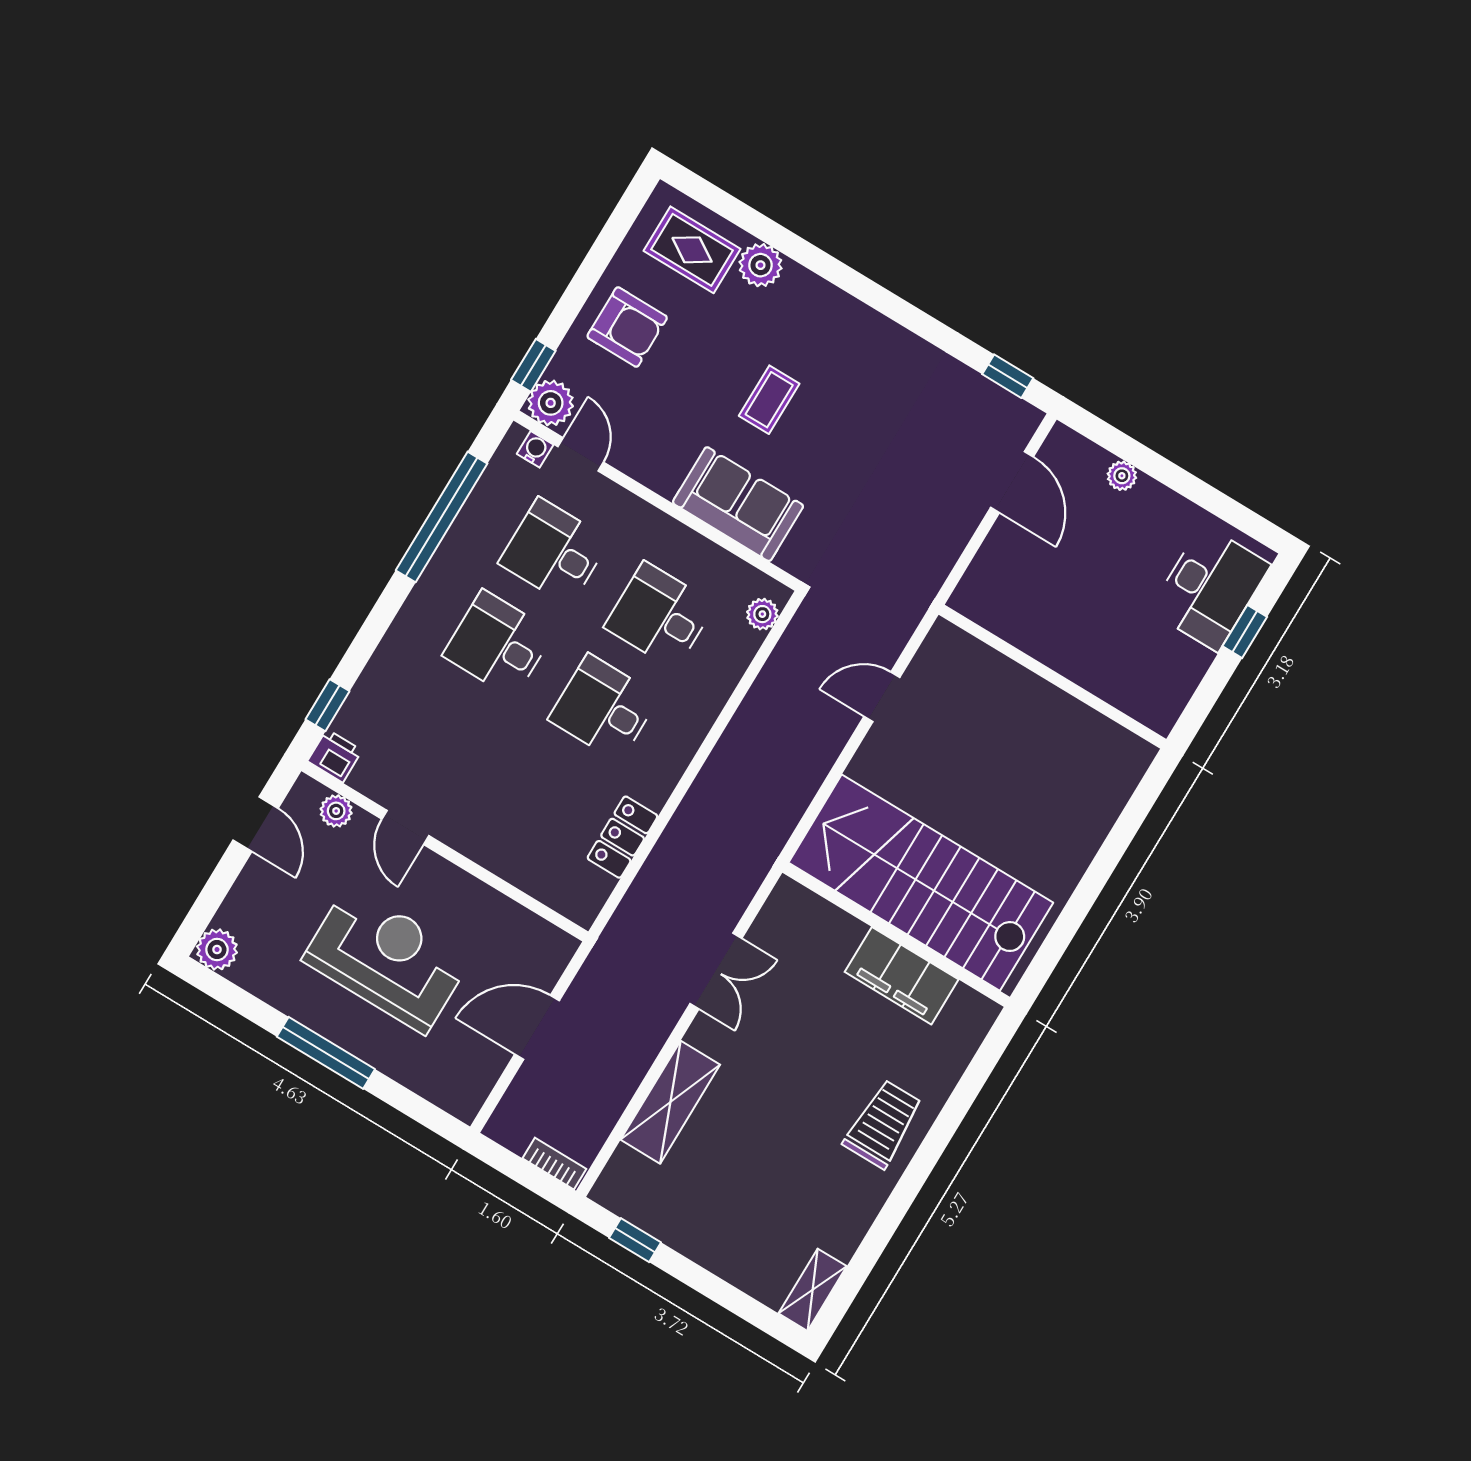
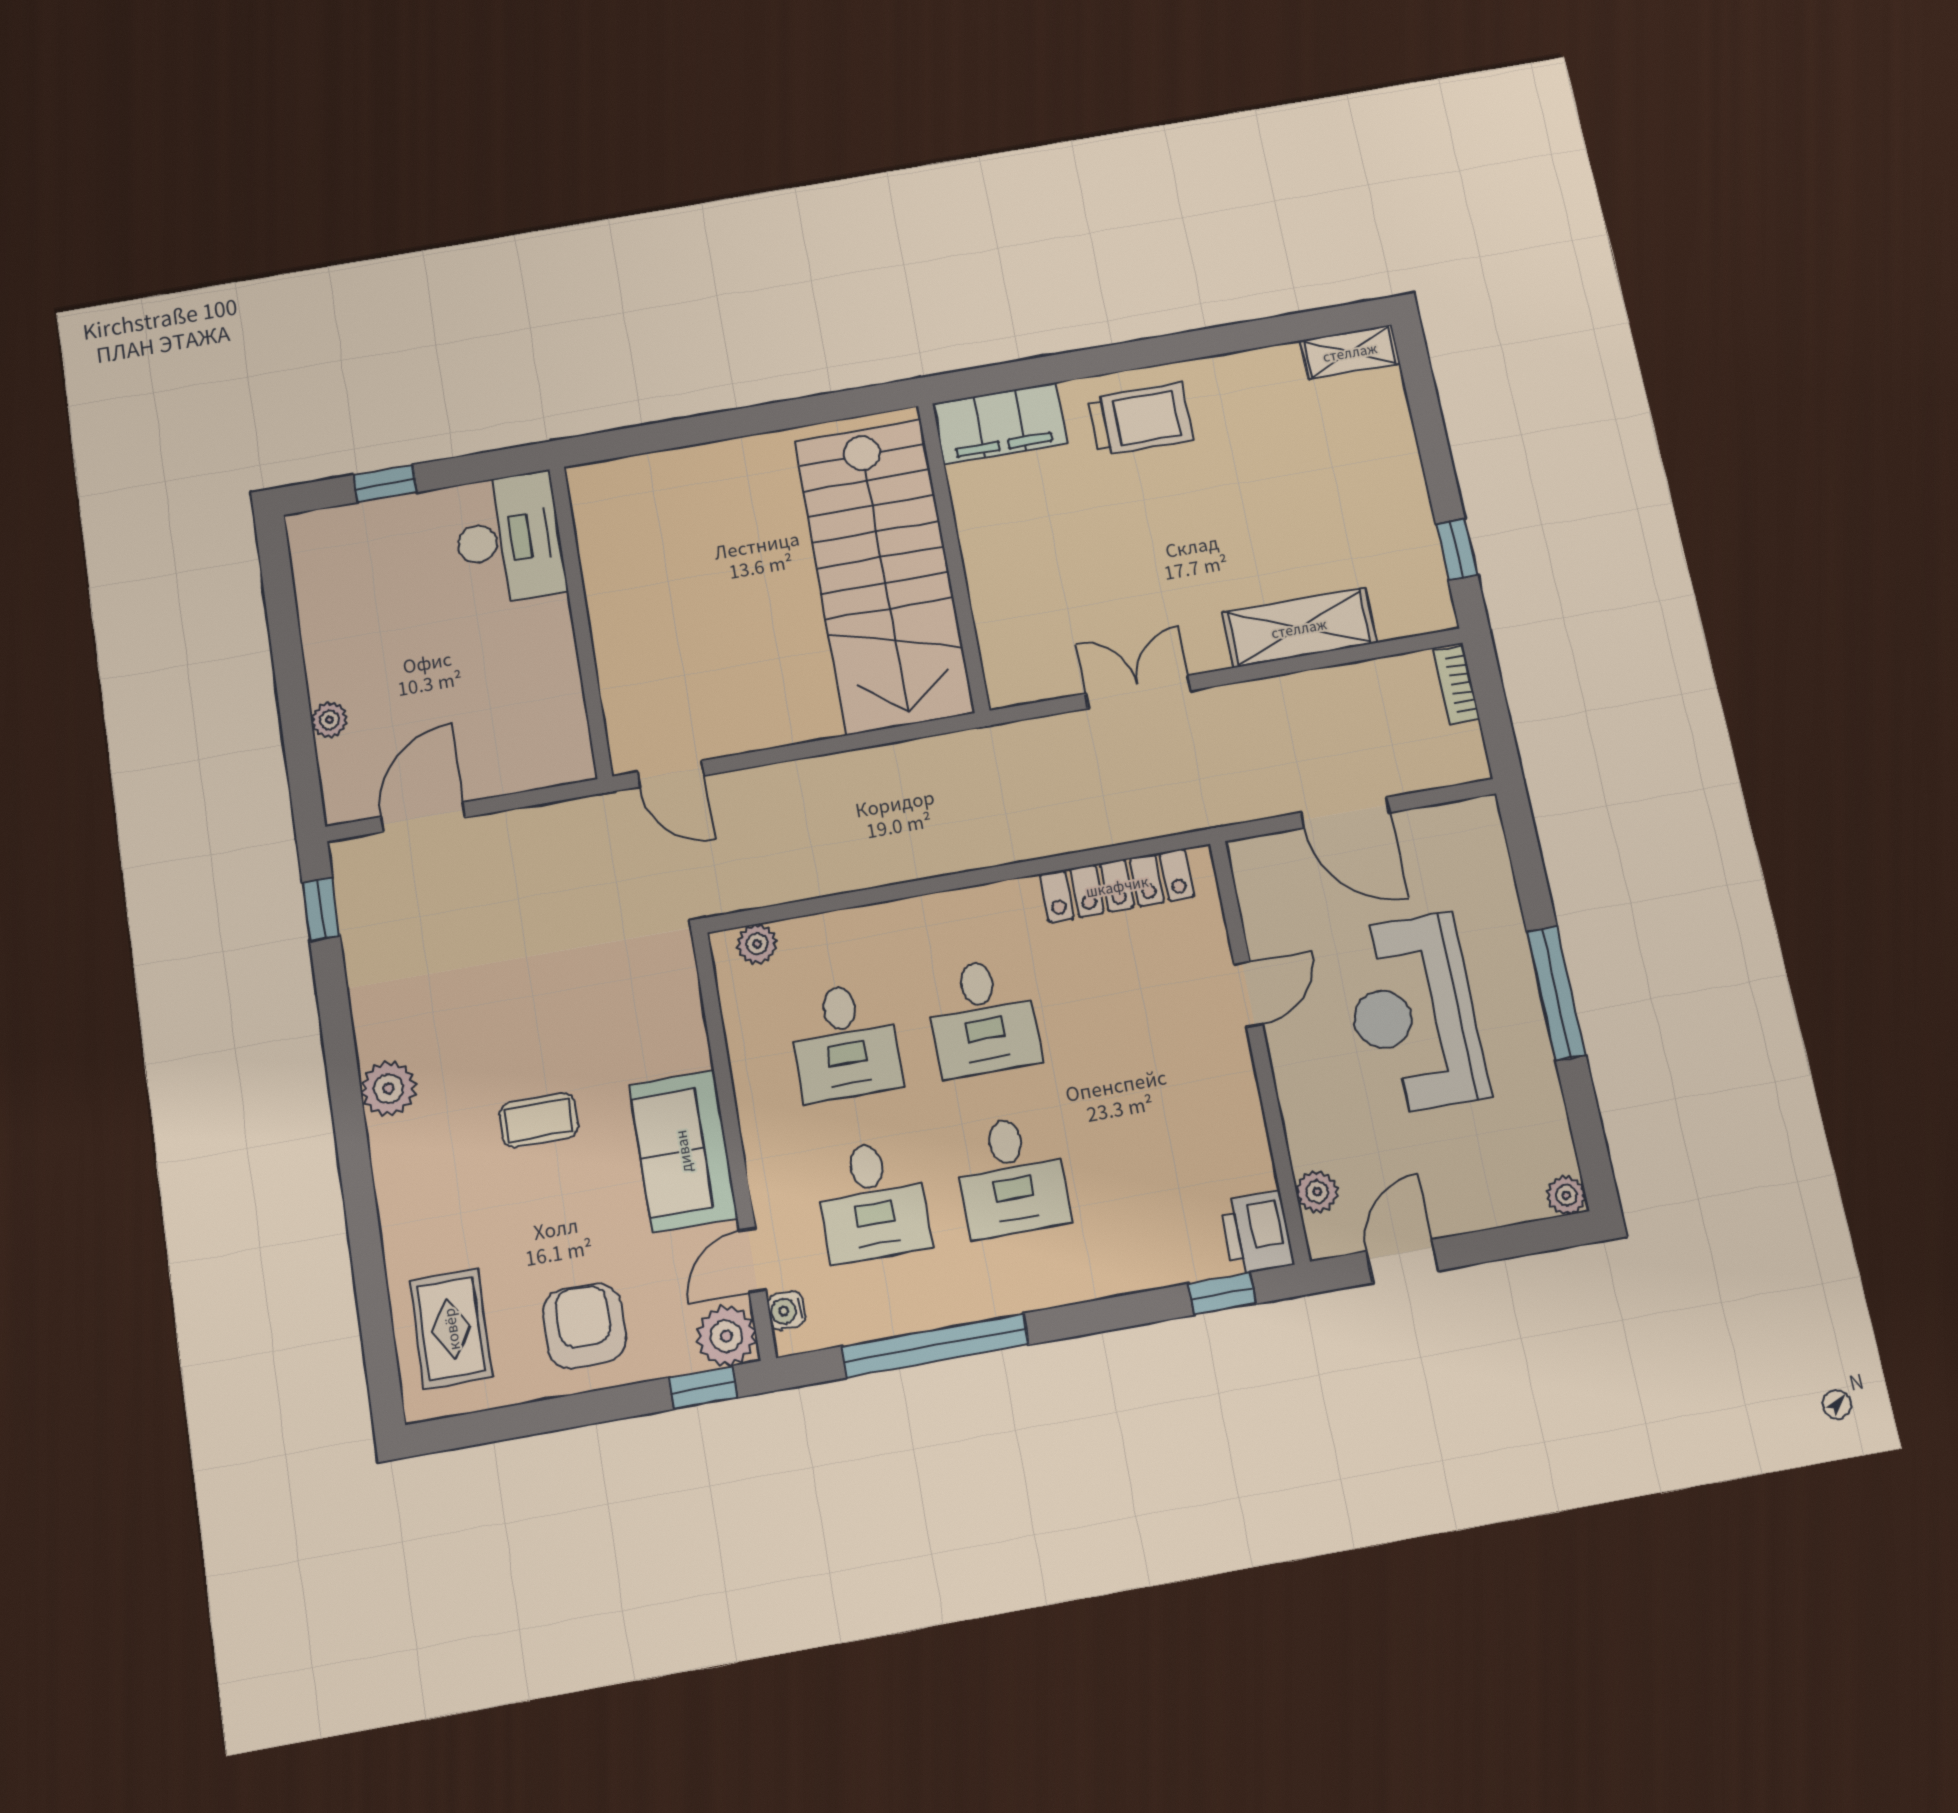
plant: (761, 265) -> (388, 1089), moved
sofa: (738, 504) -> (683, 1151), moved
desk: (1210, 588) -> (509, 539), moved, turned 90
door: (882, 697) -> (671, 774), moved
printer: (335, 756) -> (1257, 1233), width x1.36, depth x1.24
door: (405, 827) -> (1248, 994), moved
locker: (623, 837) -> (1117, 886), width x1.53
plant: (217, 950) -> (1566, 1195), width x0.73, depth x0.73
filing cabinet: (902, 976) -> (1000, 423), moved, turned 90
trolley: (883, 1124) -> (1140, 419), turned 180

